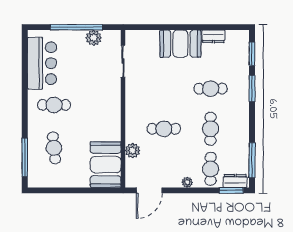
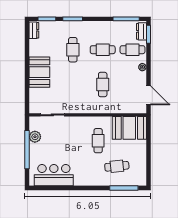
dresser: (213, 36) -> (34, 30), moved
cafe table: (54, 105) -> (98, 141), moved
plant: (133, 151) -> (119, 108), removed

